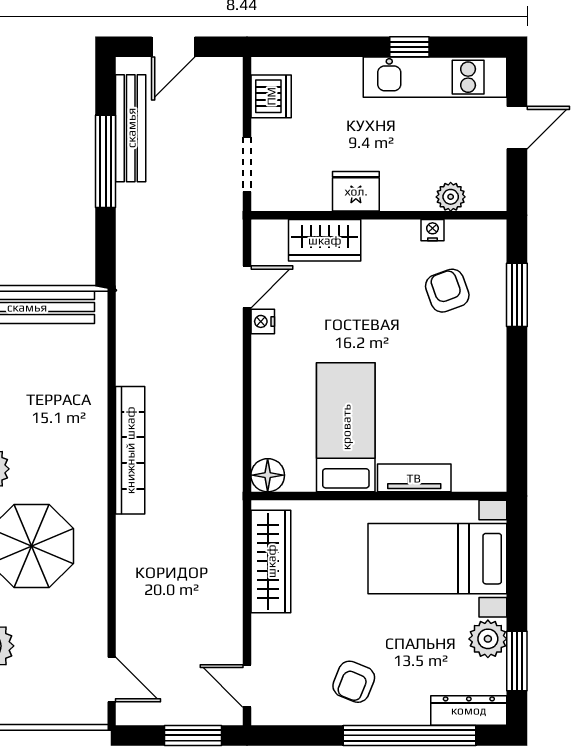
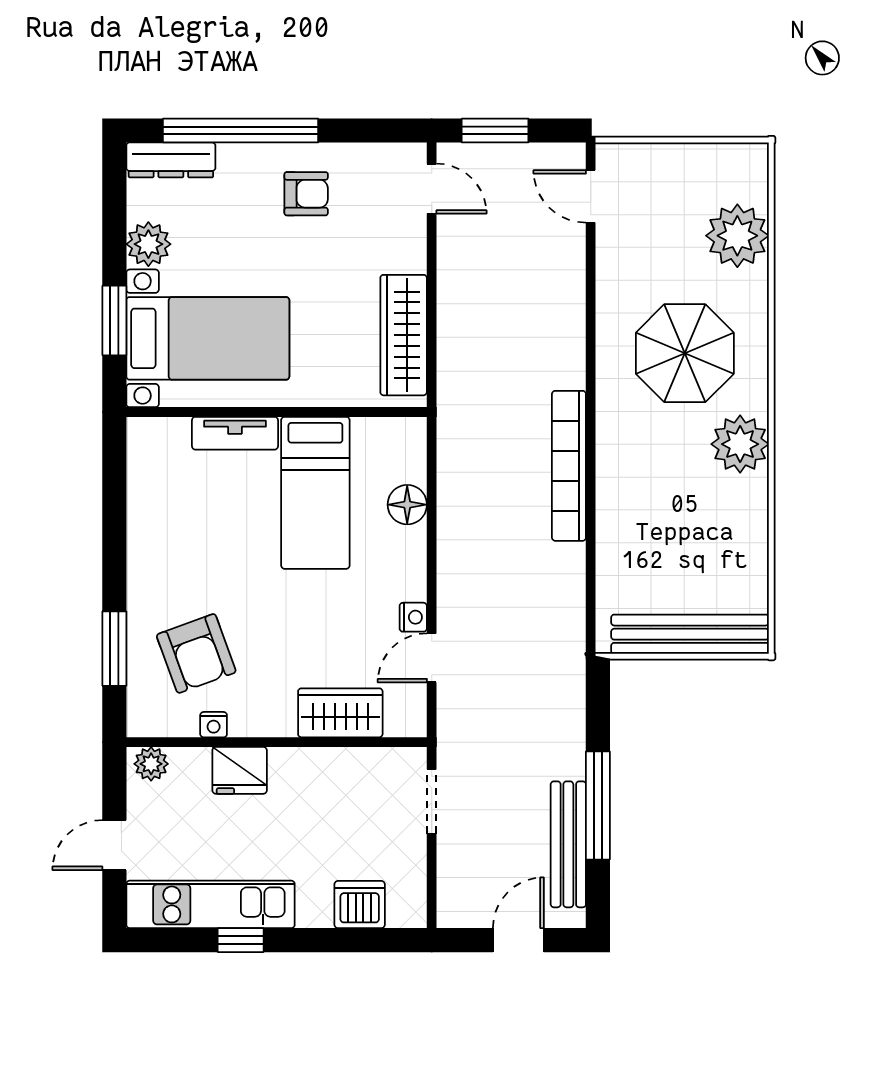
dishwasher: (271, 96) -> (360, 905), moved, turned 90
fridge: (356, 191) -> (240, 770), moved
plant: (451, 197) -> (151, 764), moved
armchair: (447, 291) -> (196, 653), width x1.38, depth x1.38
floor lamp: (268, 475) -> (407, 505), moved
window: (517, 661) -> (114, 320), moved
armchair: (354, 682) -> (306, 194), turned 68

